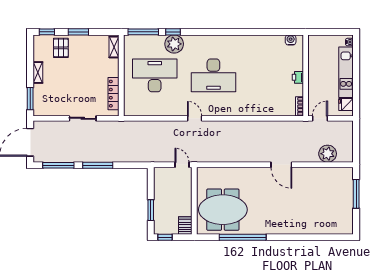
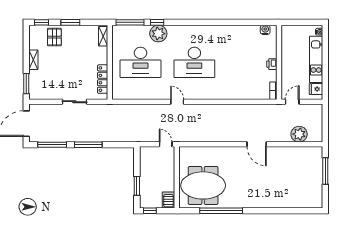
desk: (155, 75) -> (140, 62), turned 180

